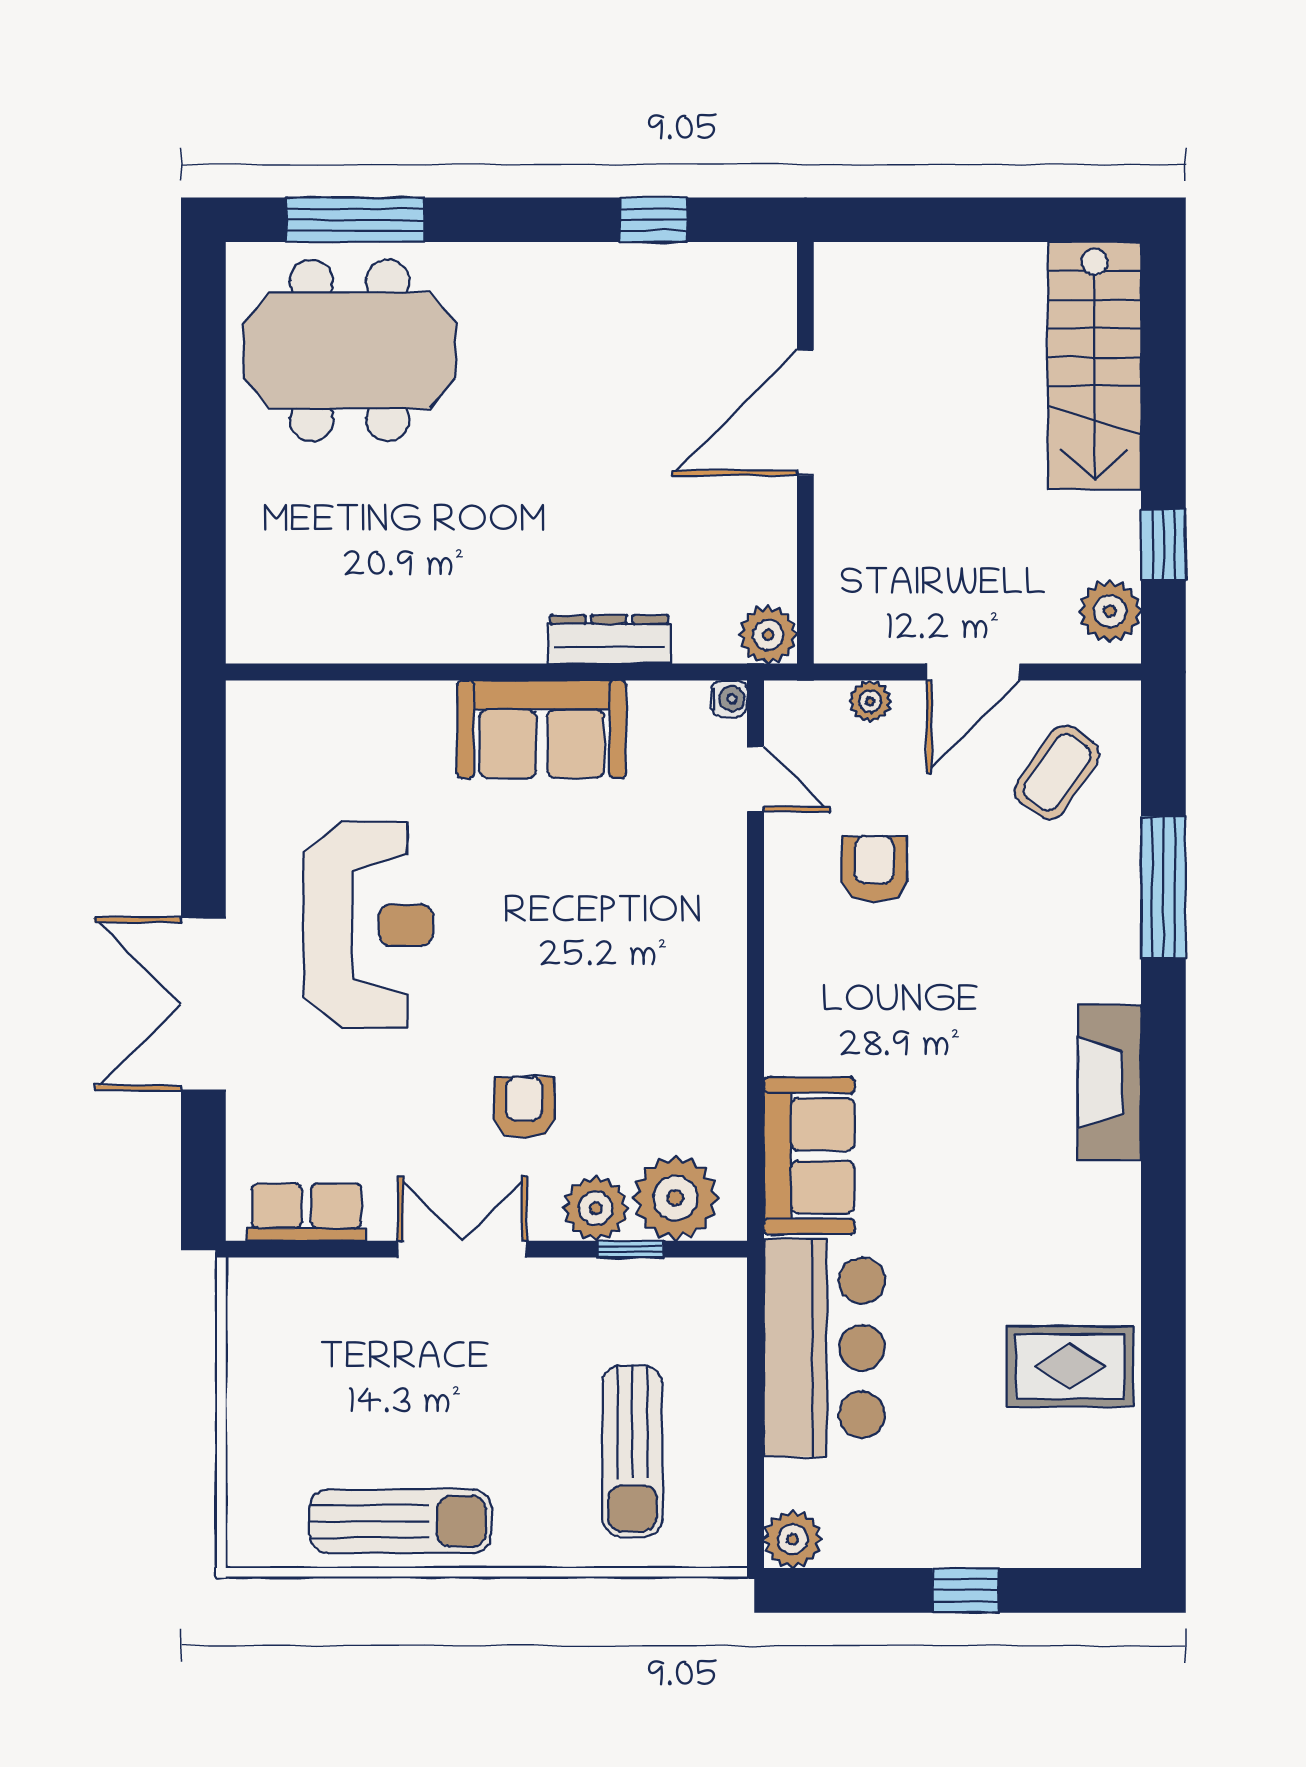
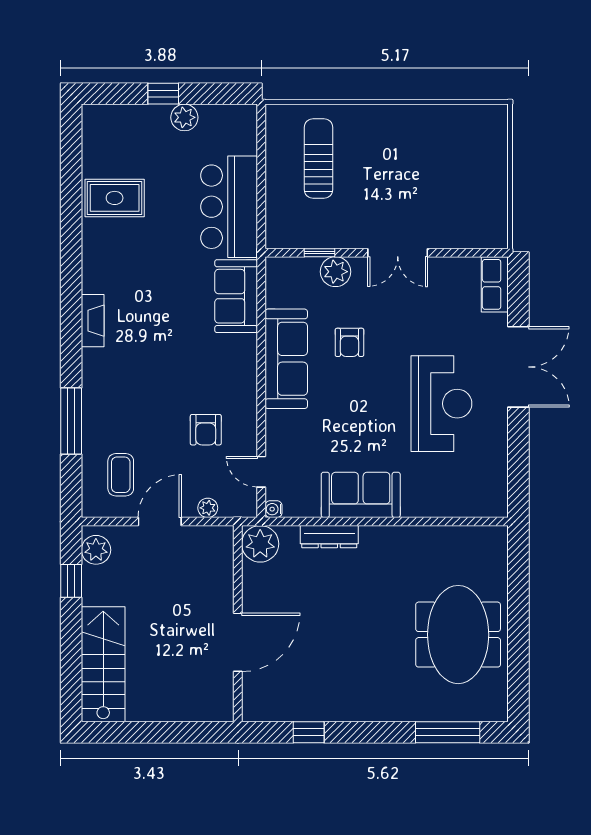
meeting table: (350, 350) -> (458, 635), moved, turned 90
plant: (768, 635) -> (260, 544), width x1.36, depth x1.36
coffee table: (1057, 772) -> (121, 475), turned -35
reception desk: (368, 925) -> (441, 404), turned 180
sofa: (702, 1021) -> (286, 359), added
fireplace: (1109, 1082) -> (93, 321), width x0.73, depth x0.76
armchair: (524, 1108) -> (349, 342), moved
plant: (676, 1198) -> (298, 276), removed
row of seats: (307, 1212) -> (495, 284), moved, turned 90
sun lounger: (400, 1521) -> (427, 126), removed
plant: (793, 1539) -> (184, 117), moved

